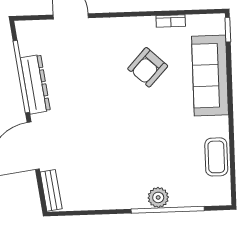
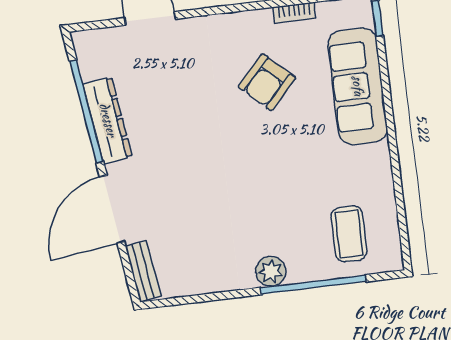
coffee table: (216, 157) -> (349, 234), moved
plant: (158, 197) -> (271, 271), moved

